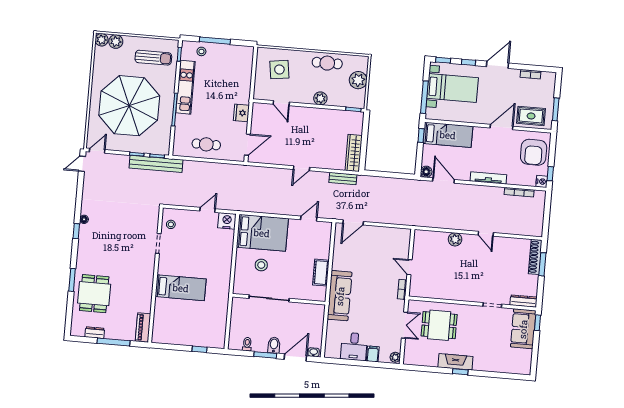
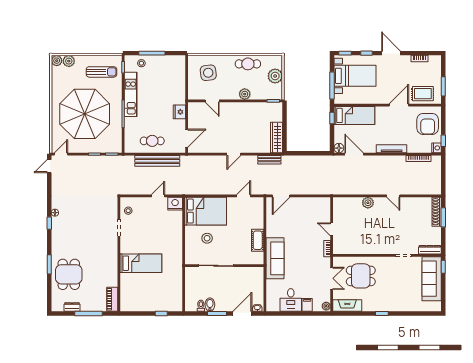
door: (497, 65) -> (391, 53), hinge flipped
bench: (156, 164) -> (157, 161), moved
sofa: (523, 329) -> (432, 279), width x1.36
bidet: (274, 345) -> (210, 305), moved
fireplace: (455, 362) -> (347, 306), moved

